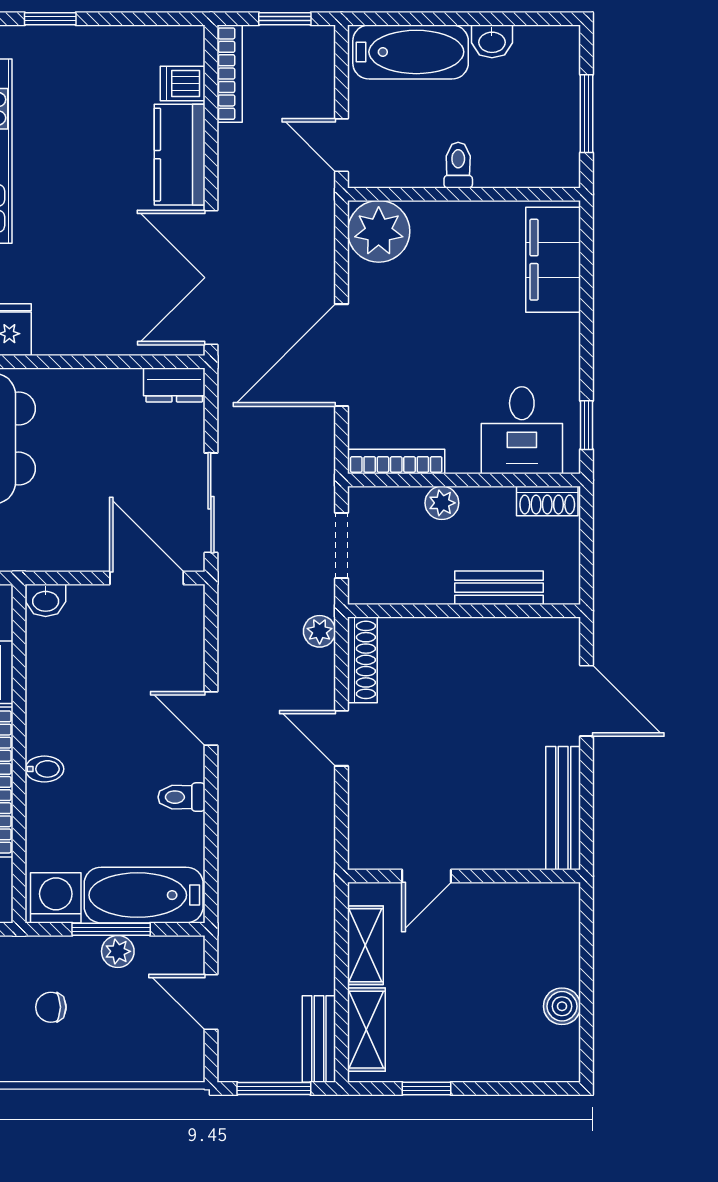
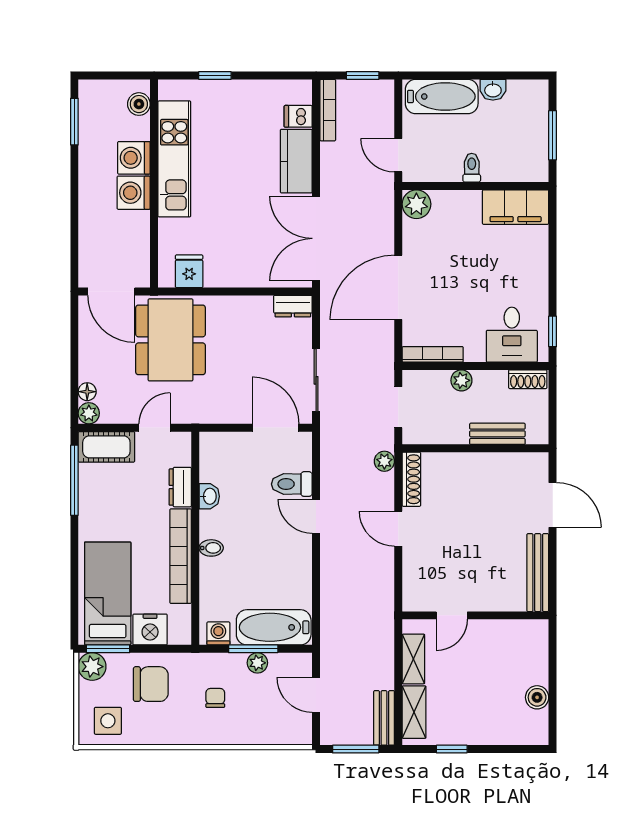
plant: (379, 231) -> (416, 204), width x0.73, depth x0.73
filing cabinet: (553, 260) -> (516, 207), moved, turned -90
washbasin: (46, 600) -> (209, 496), moved, turned -90
toilet: (181, 797) -> (292, 484), moved, width x1.37, depth x1.39
washing machine: (56, 898) -> (218, 633), width x0.73, depth x0.73
chair: (51, 1007) -> (215, 698), turned 90

